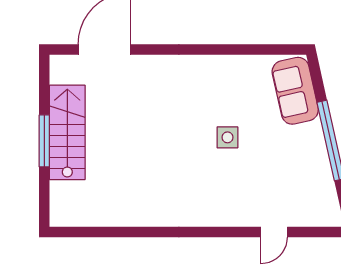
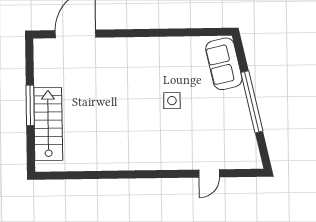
stairs: (67, 132) -> (48, 124), moved

